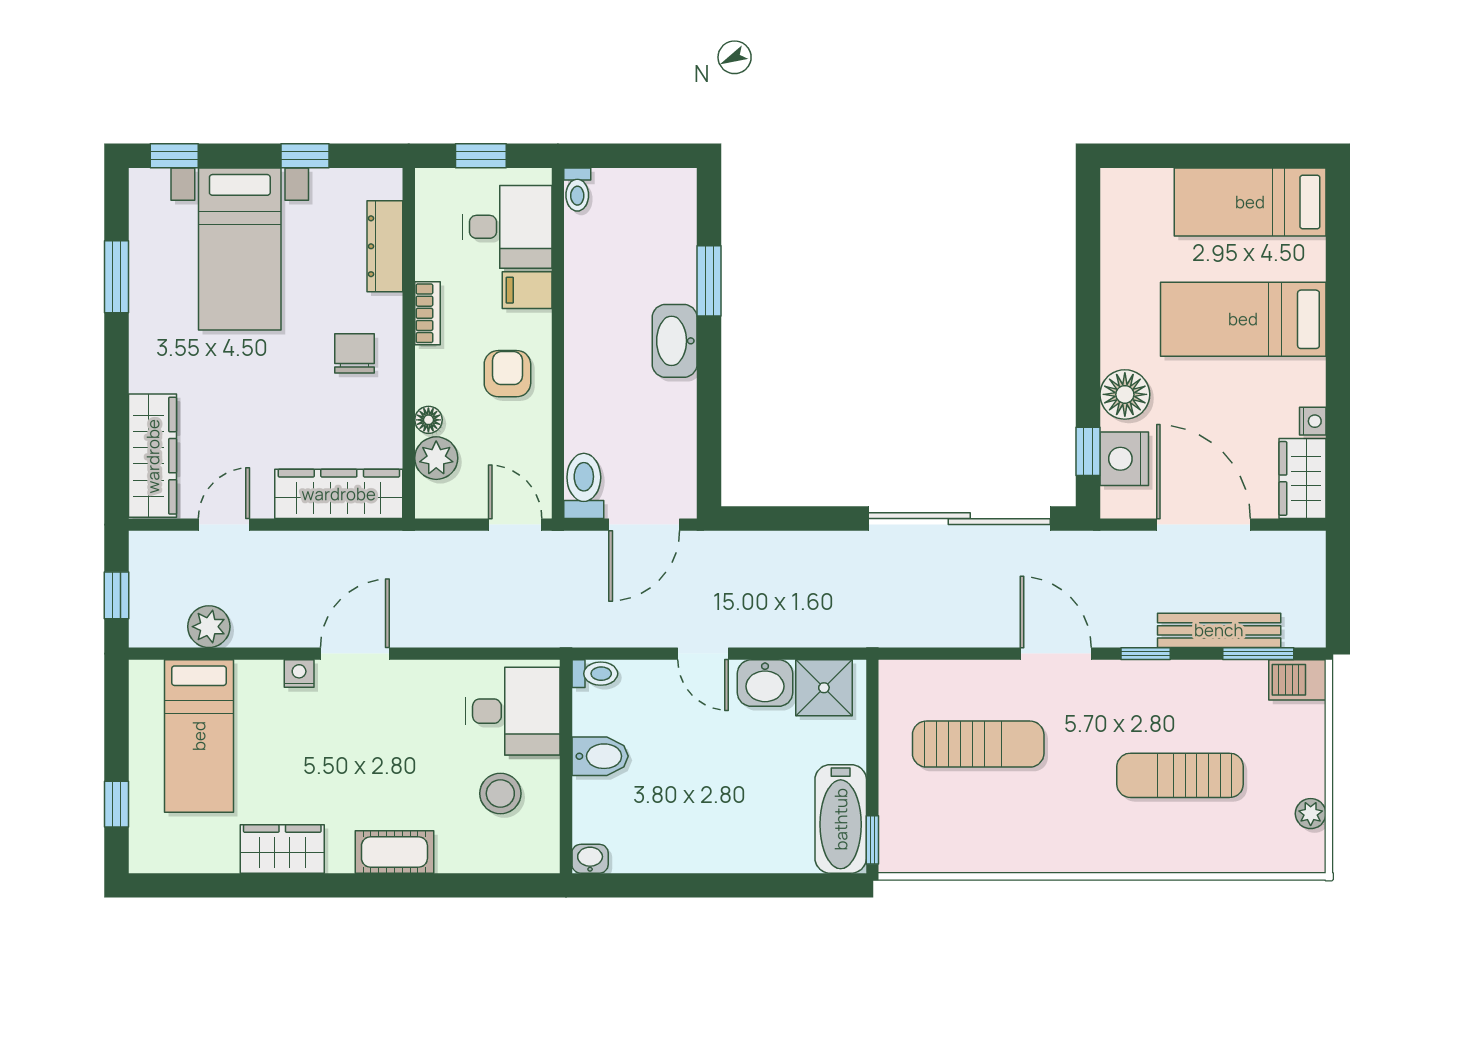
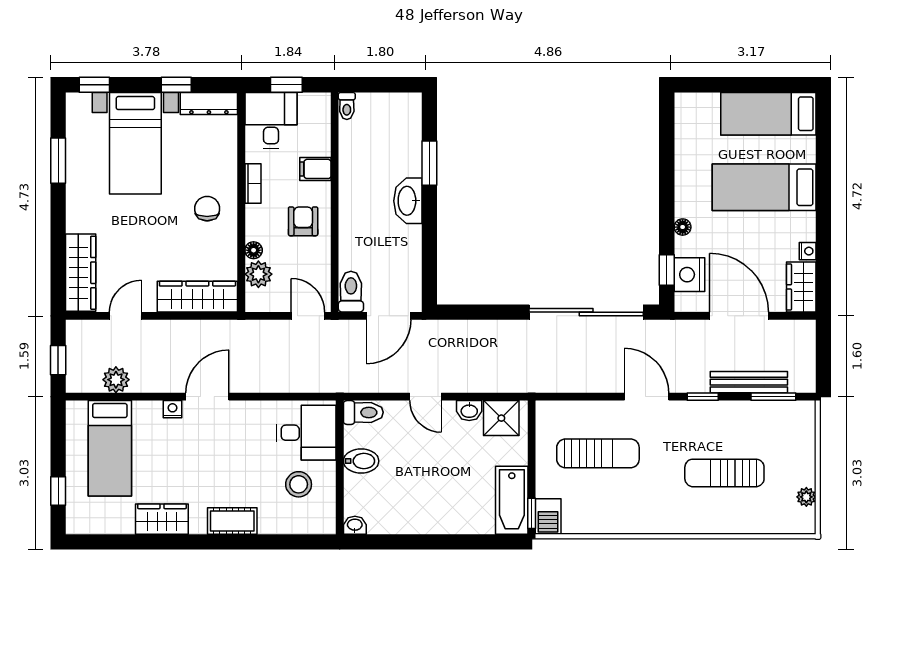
desk: (507, 227) -> (271, 120), moved, turned -90
dresser: (385, 246) -> (209, 104), moved, turned -90
floor lamp: (1125, 394) -> (683, 227), width x0.53, depth x0.53
toilet: (595, 674) -> (363, 412), width x1.37, depth x1.39
barbecue: (1297, 680) -> (548, 516), moved, turned -90
washbasin: (765, 683) -> (469, 411), width x0.72, depth x0.69

